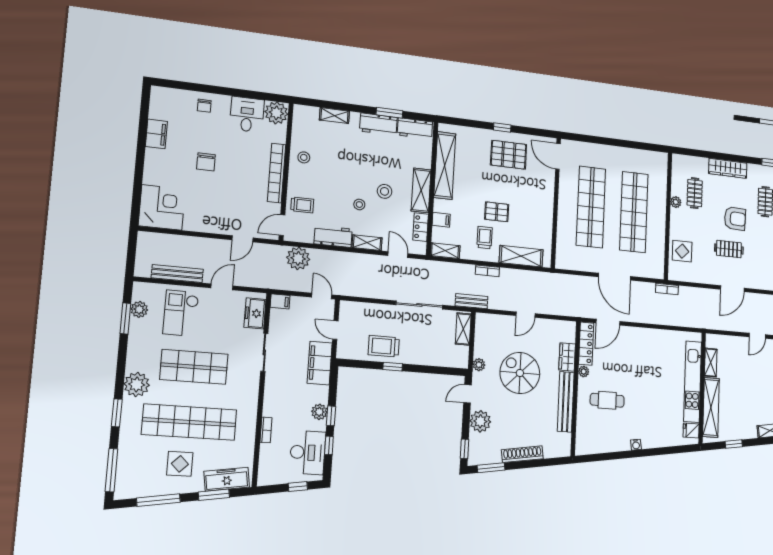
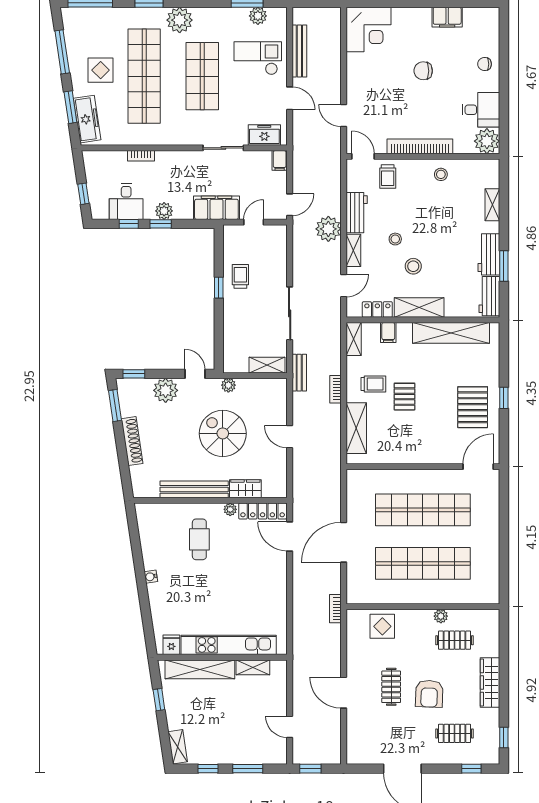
plant: (298, 258) -> (328, 229), moved
trolley: (384, 346) -> (240, 276), width x0.73, depth x0.72
spiral stairs: (520, 373) -> (223, 433), turned -90
desk: (308, 452) -> (126, 202), width x0.73

